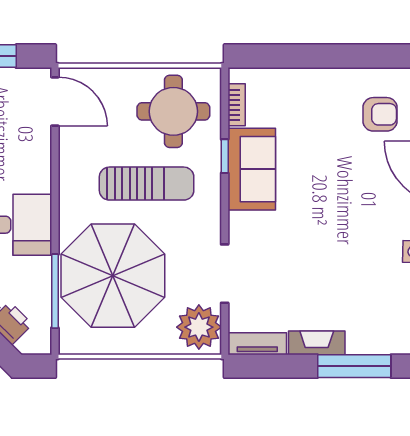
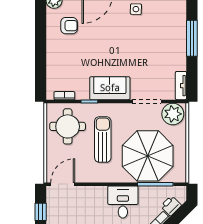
armchair: (380, 114) -> (69, 26), turned 90
sofa: (252, 169) -> (110, 88), moved
fireplace: (317, 343) -> (180, 57), removed

